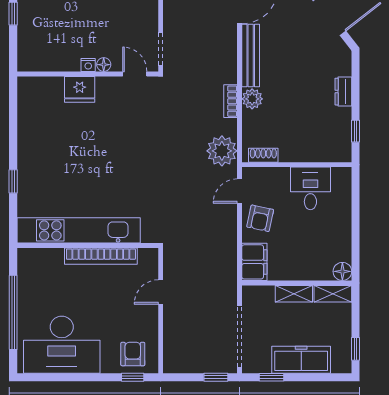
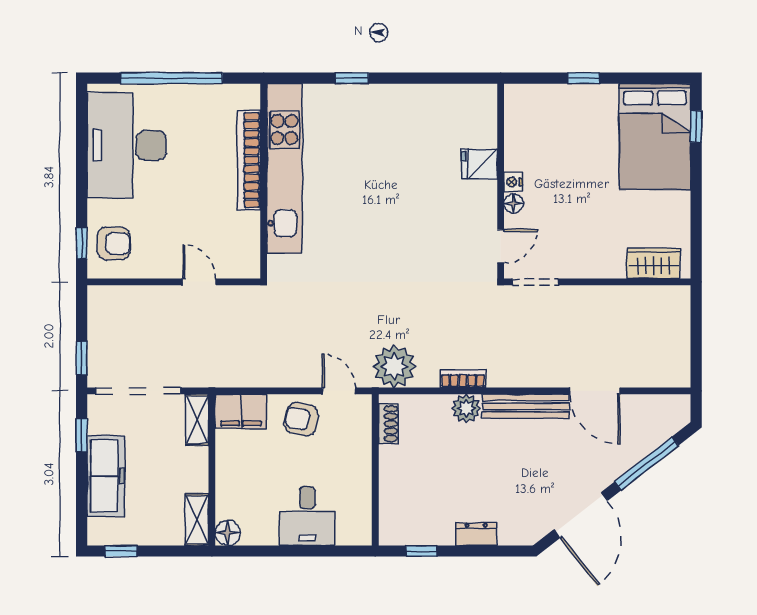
fridge: (80, 89) -> (479, 164), width x0.72
desk: (310, 188) -> (307, 516), moved, turned 90
bookcase: (101, 256) -> (249, 160), moved
shelving: (294, 294) -> (197, 420), moved

